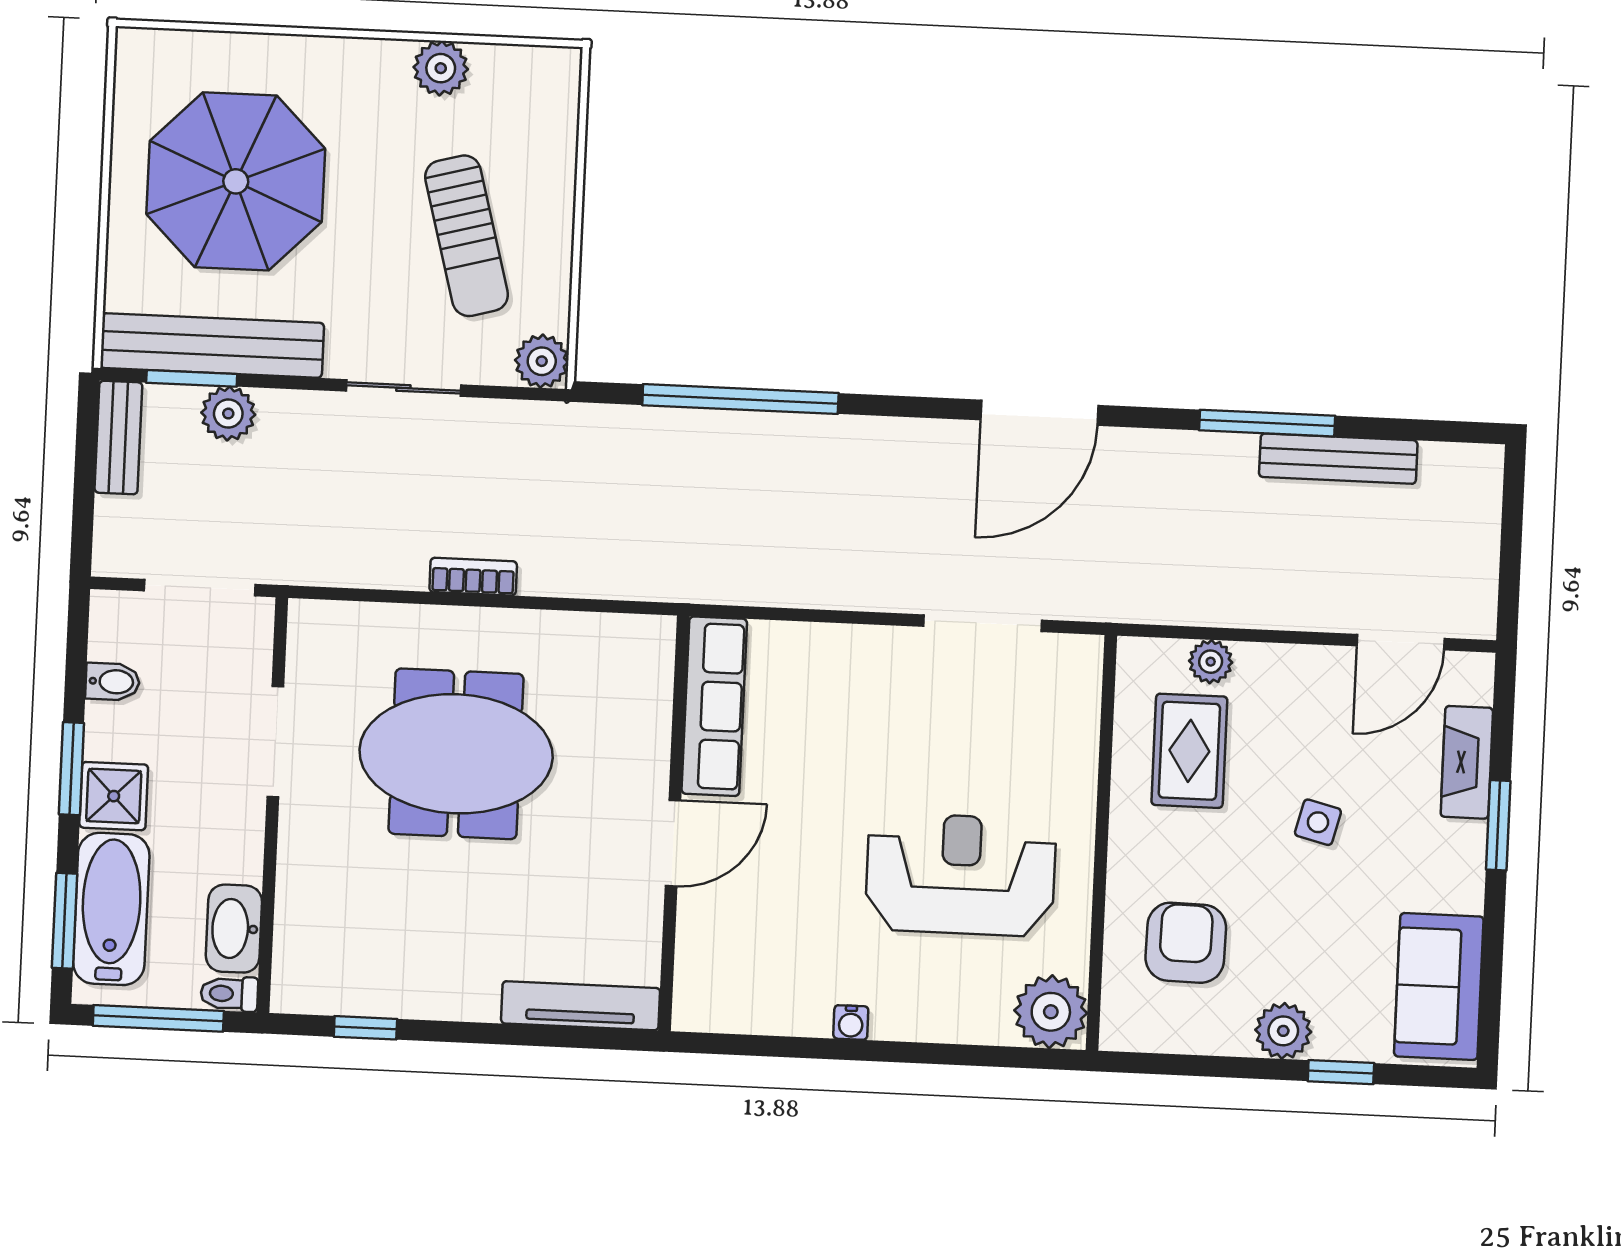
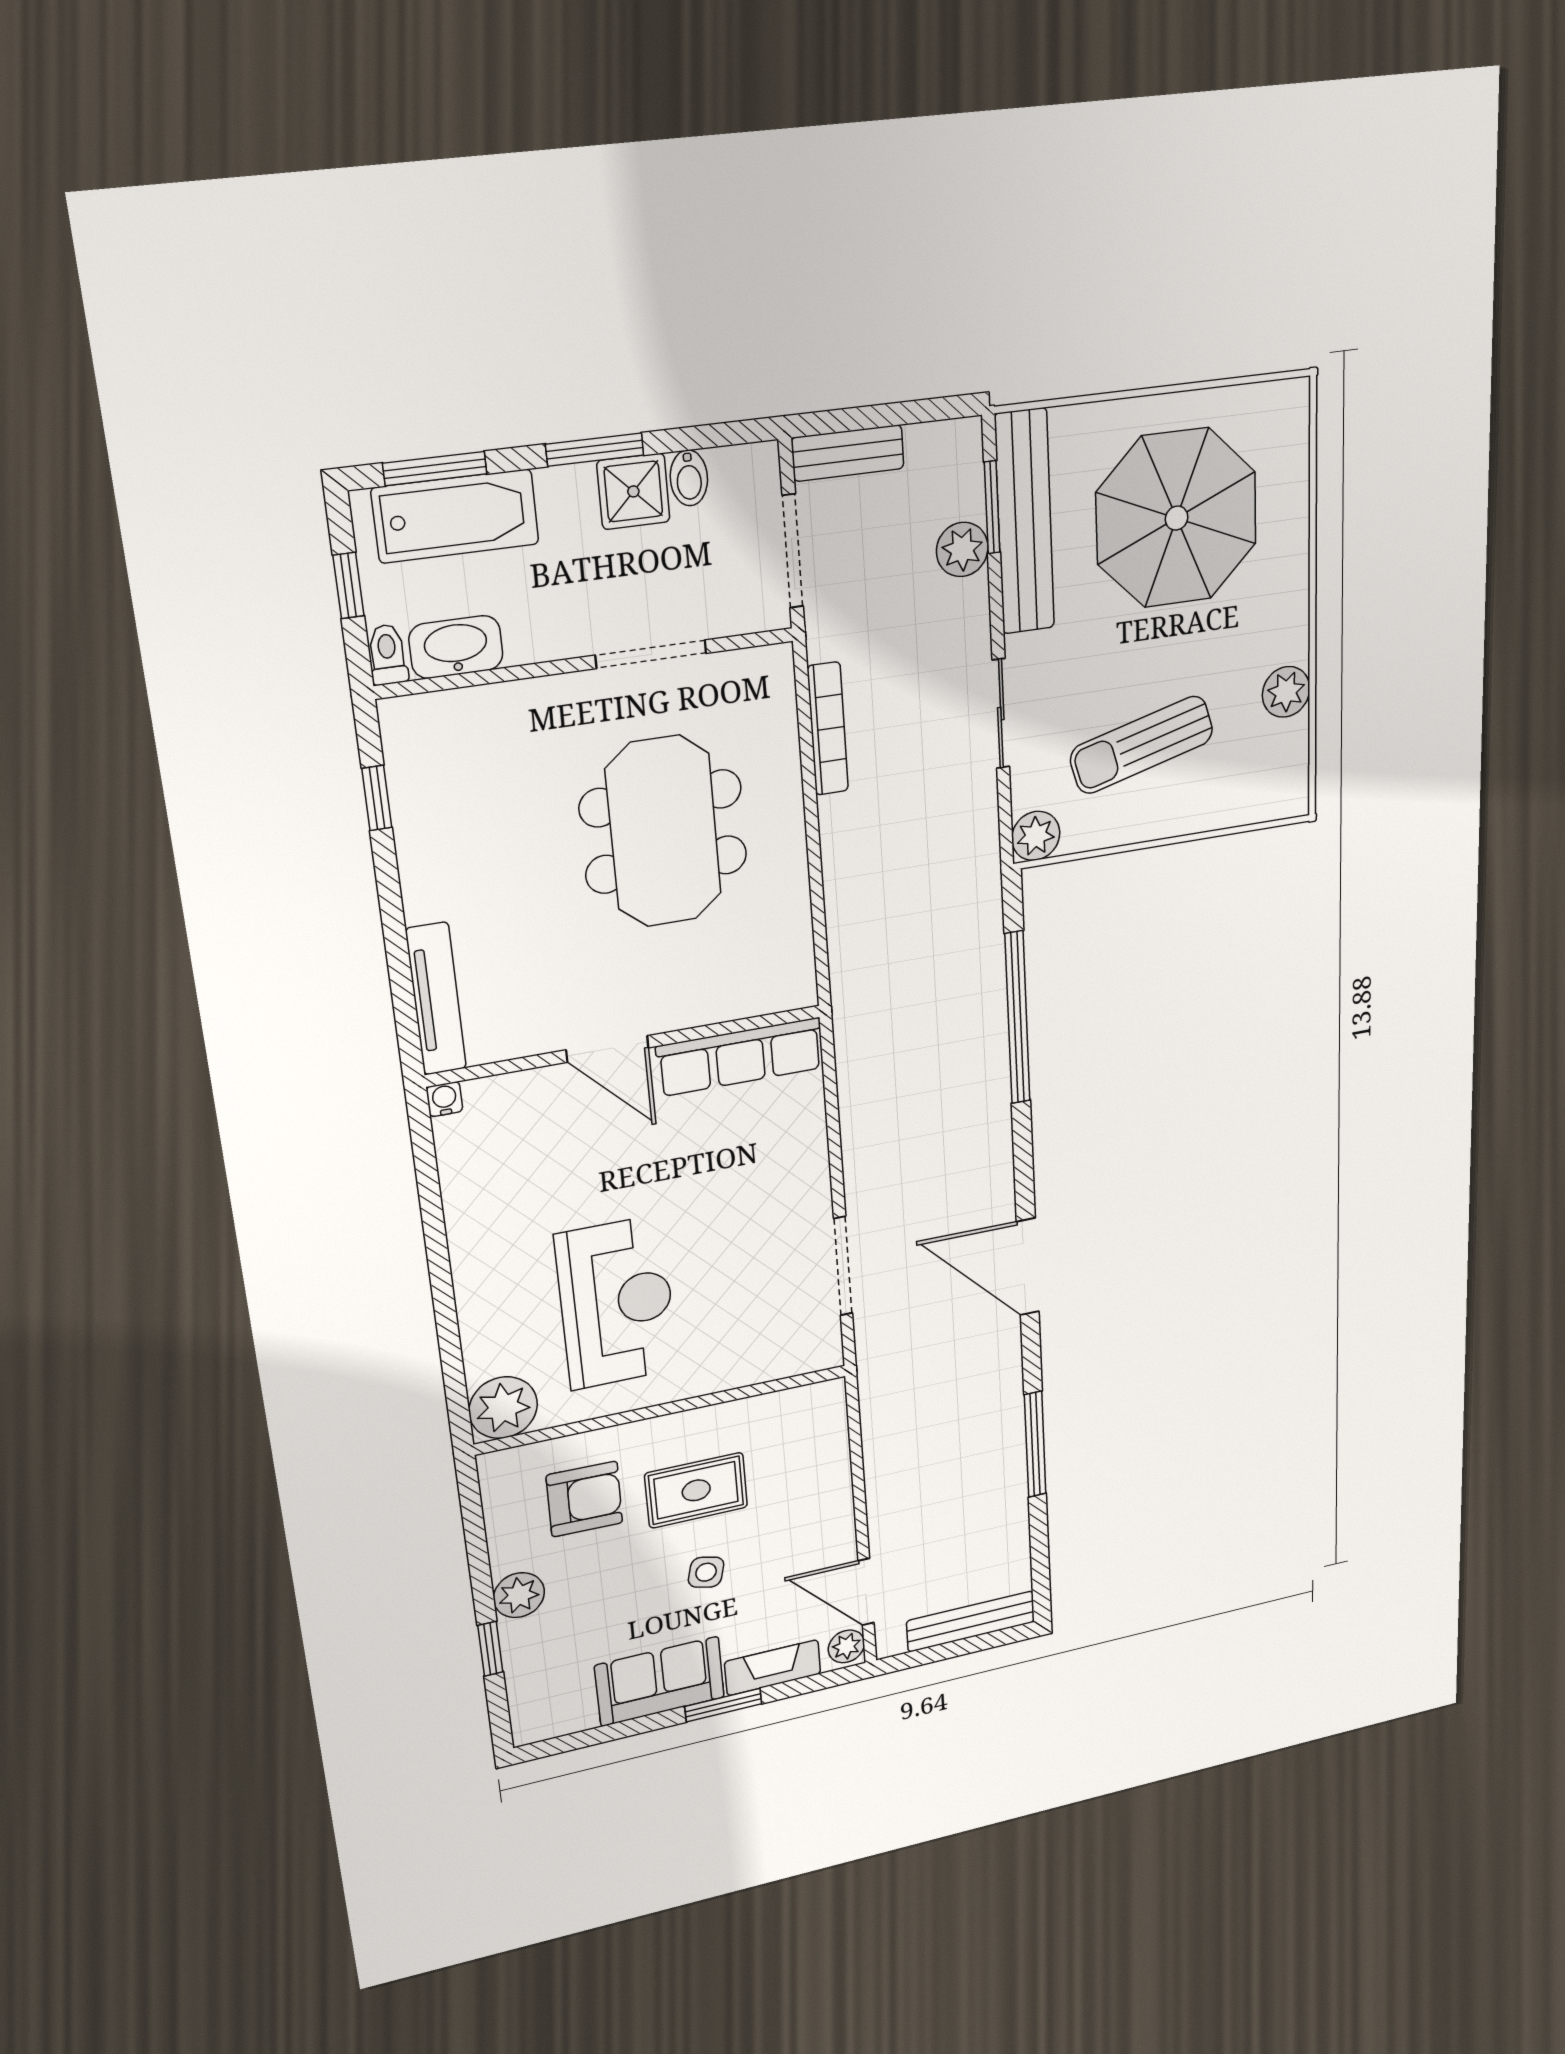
bench: (118, 438) -> (848, 453), moved
bench: (1338, 459) -> (971, 1621), moved, turned 90
bookcase: (473, 577) -> (828, 729), moved, width x1.56
plant: (1211, 662) -> (846, 1646), moved
rug: (1189, 751) -> (696, 1490), moved
shower: (114, 796) -> (633, 491), moved
sofa: (1439, 986) -> (660, 1681), moved
window: (158, 1018) -> (348, 586), width x0.46
water cooler: (851, 1022) -> (444, 1099), moved, turned 90

